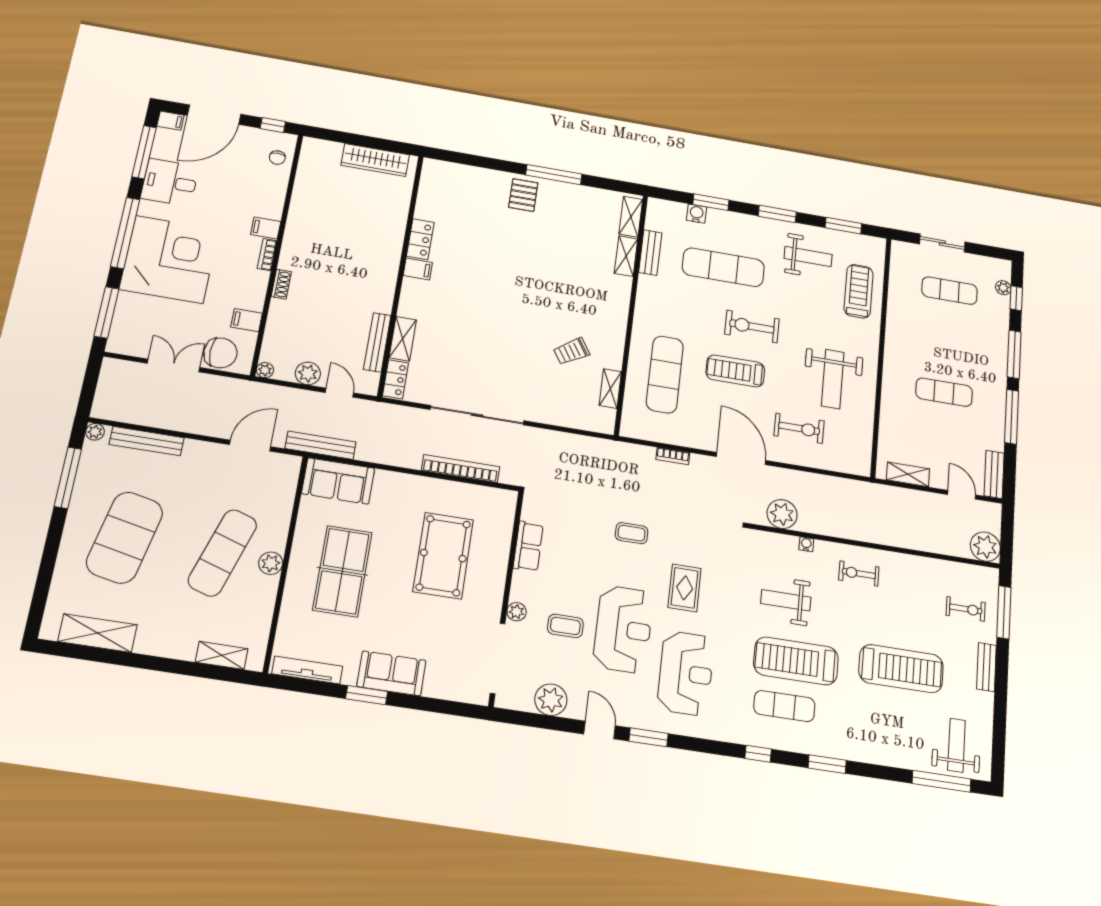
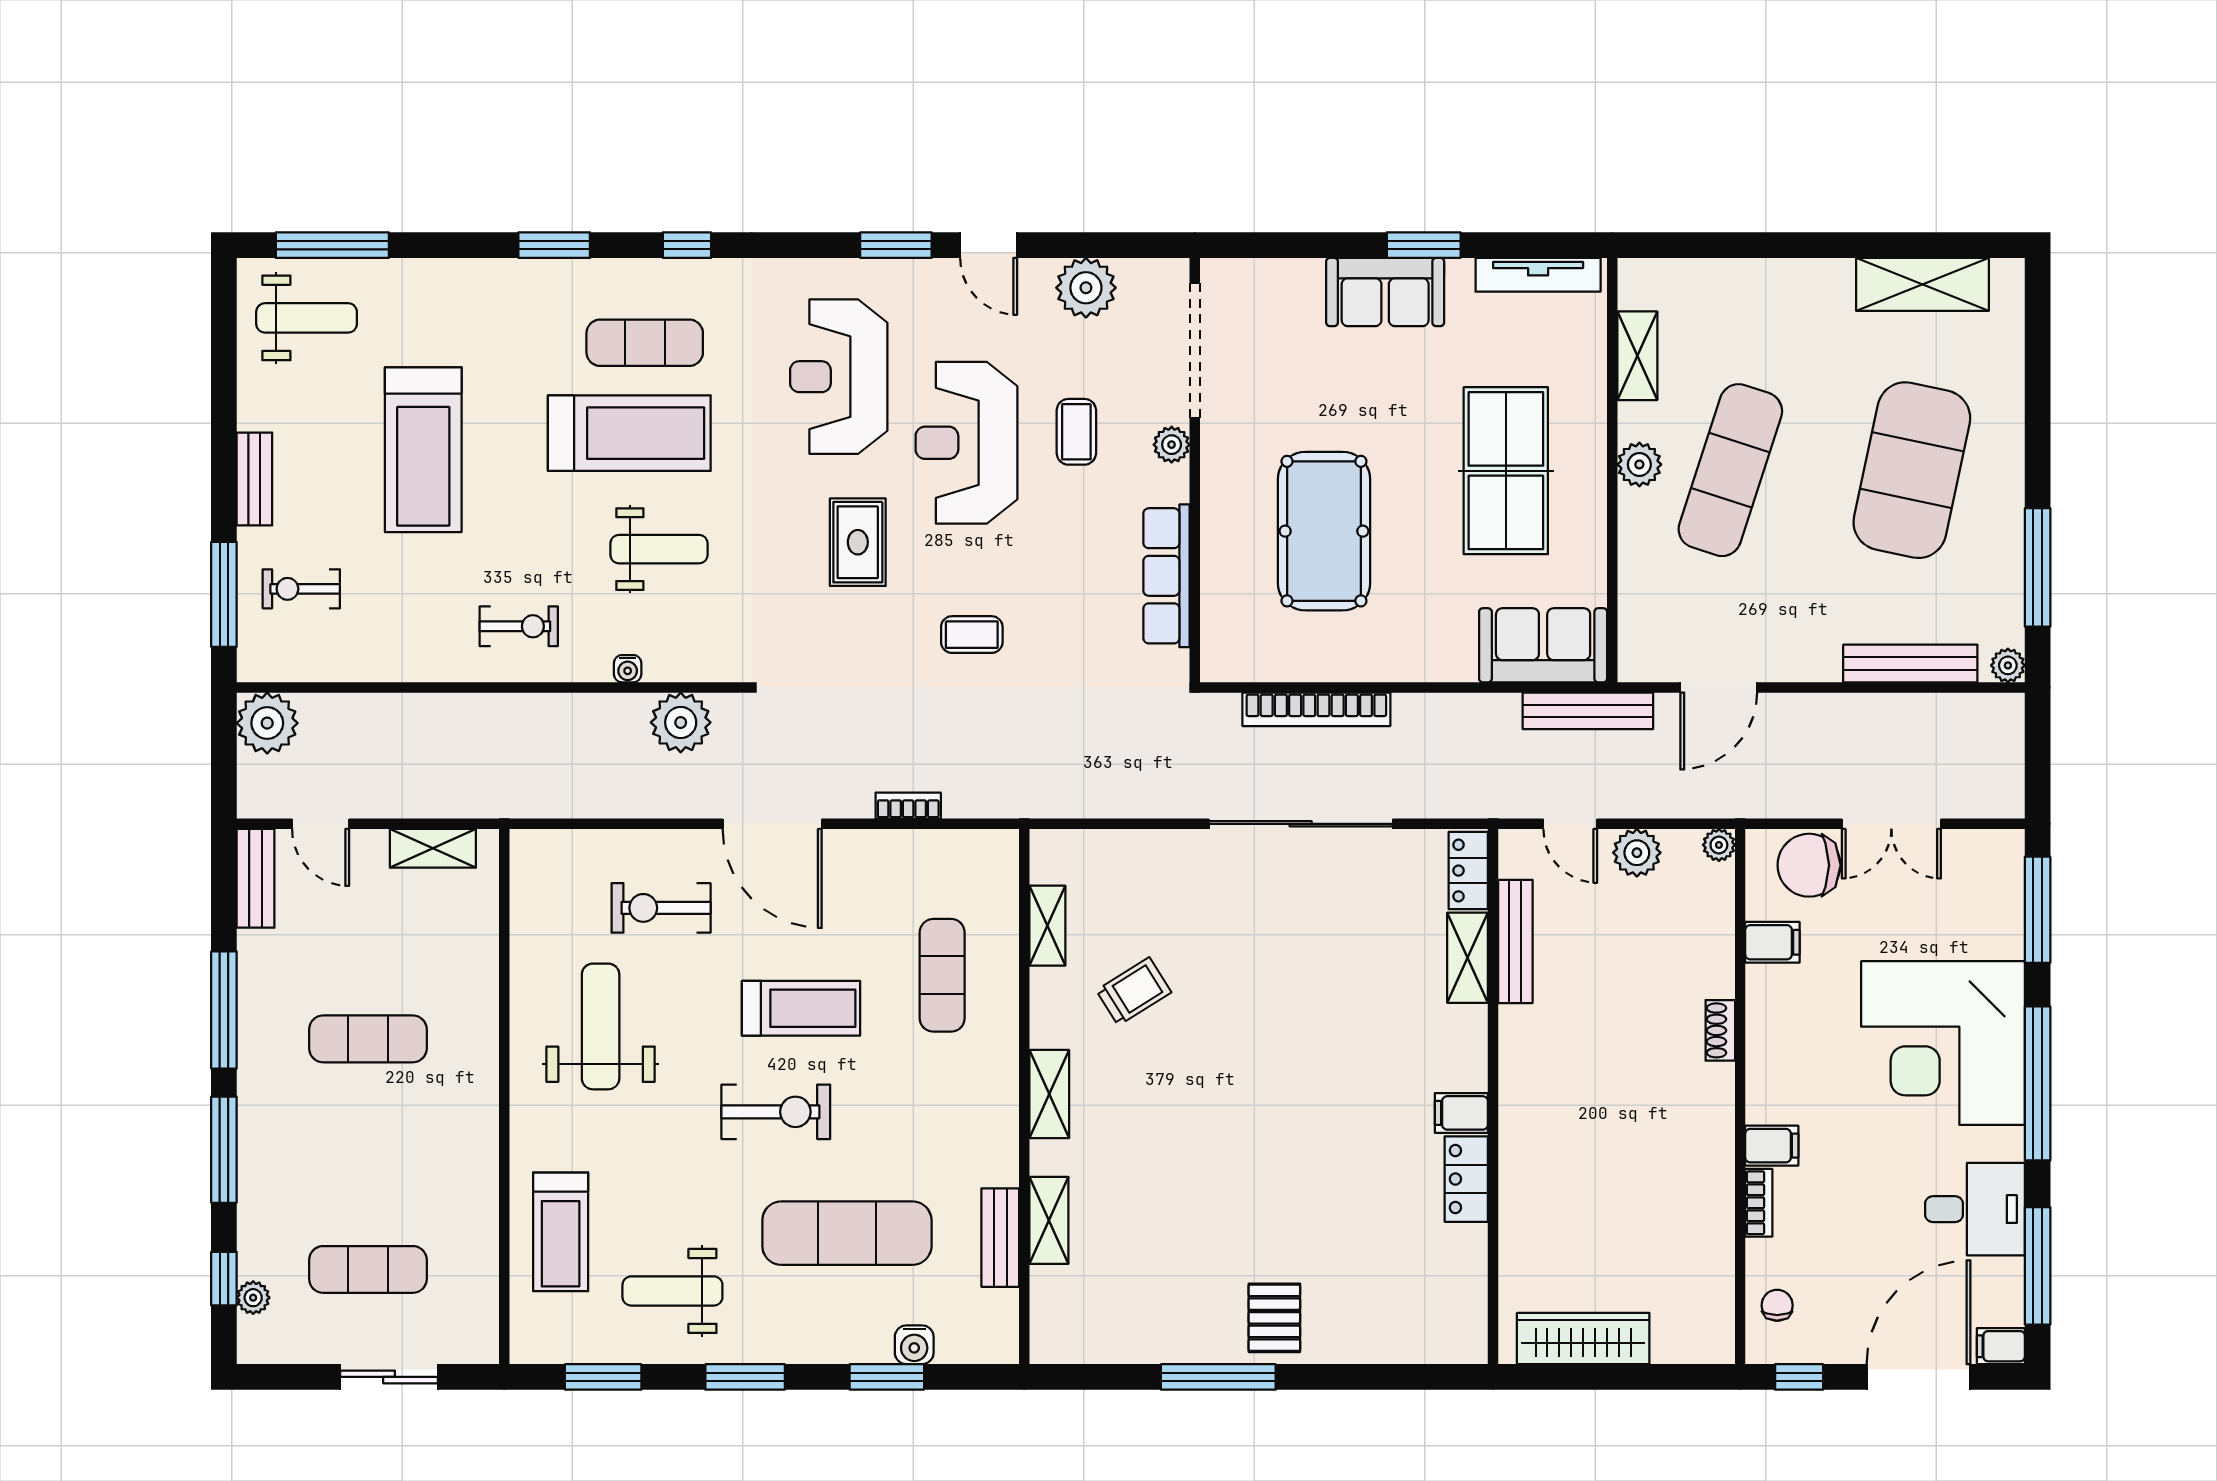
shelving: (631, 217) -> (1049, 1094), moved
bookcase: (267, 255) -> (1759, 1203), moved
exercise mat: (665, 374) -> (942, 975), width x0.73, depth x0.69
row of seats: (528, 546) -> (1166, 576), width x1.48
coffee table: (565, 626) -> (1076, 432), turned 90
shelving: (222, 655) -> (1637, 356), moved, turned 90
treadmill: (901, 669) -> (423, 450), turned -90
weight bench: (956, 745) -> (307, 318), turned -90

